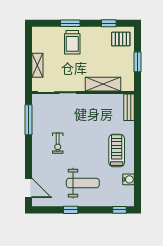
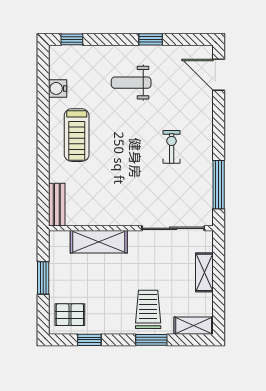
shelving: (44, 32) -> (194, 326), added
weight bench: (83, 183) -> (131, 83), width x0.73, depth x0.75

